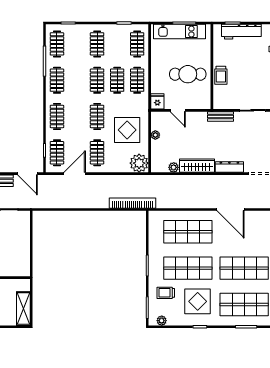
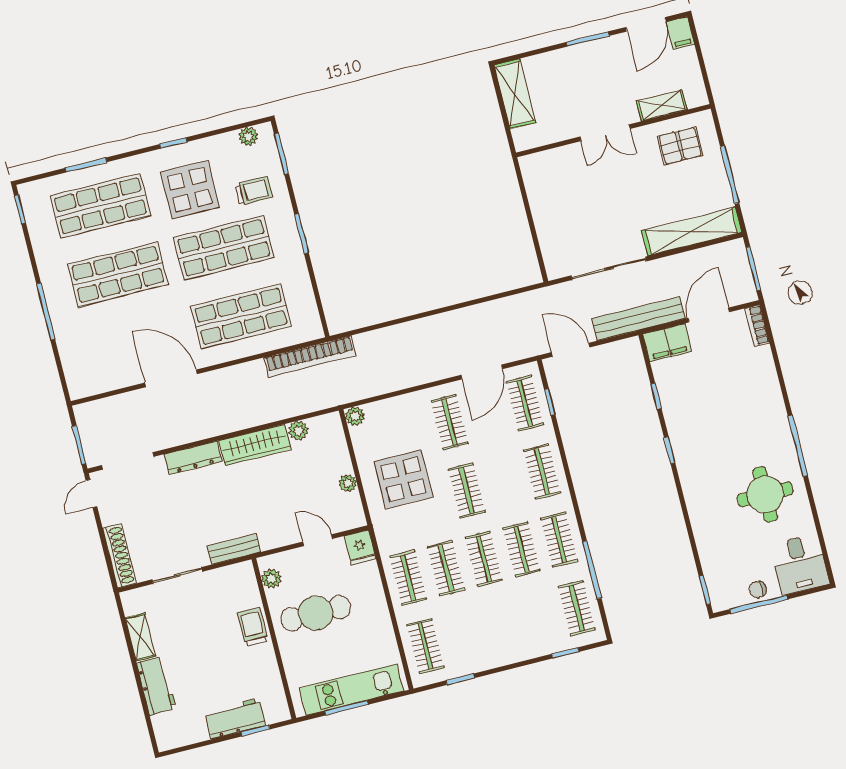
workbench: (241, 32) -> (235, 719), width x0.73
clothes rail: (97, 44) -> (522, 549), moved
plant: (206, 97) -> (271, 579), added
plant: (139, 163) -> (355, 416), width x0.53, depth x0.53
bookcase: (132, 203) -> (310, 356), moved

